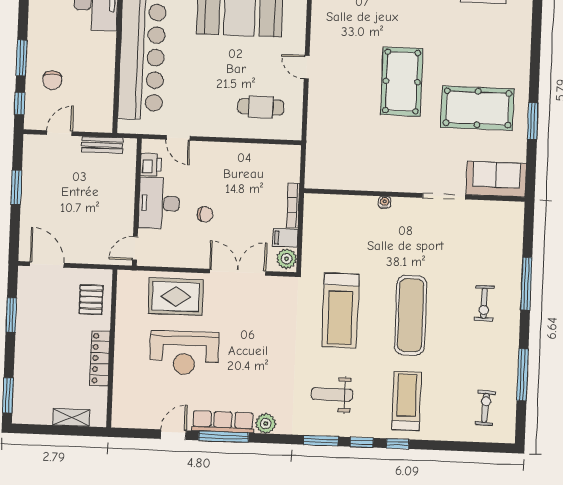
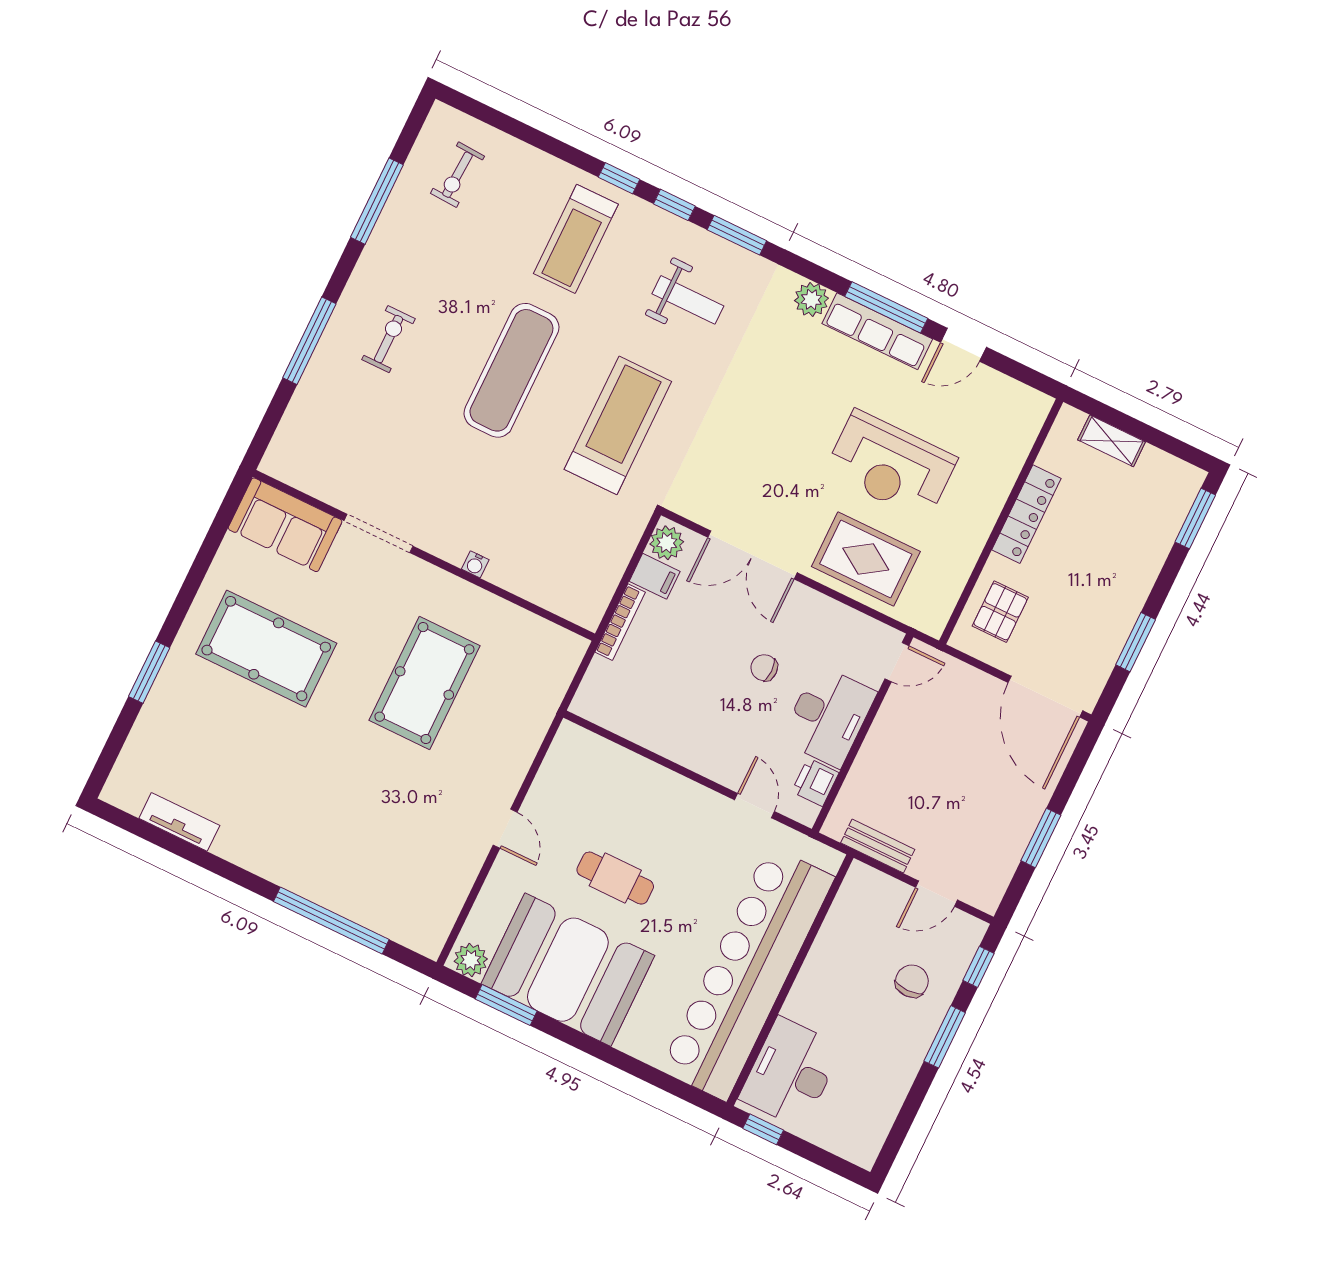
pool table: (402, 82) -> (424, 683), moved
cafe table: (261, 107) -> (615, 878), moved
window: (533, 121) -> (149, 672), moved
door: (47, 265) -> (1045, 697), width x1.36
reception desk: (184, 353) -> (891, 465), turned 180

